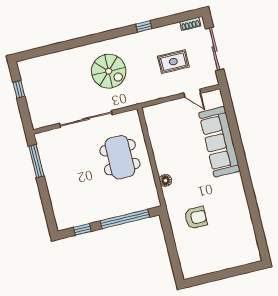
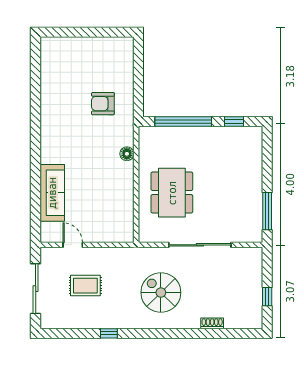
shoe rack: (190, 24) -> (212, 323), moved
sofa: (219, 142) -> (52, 193), width x0.74, depth x0.79

